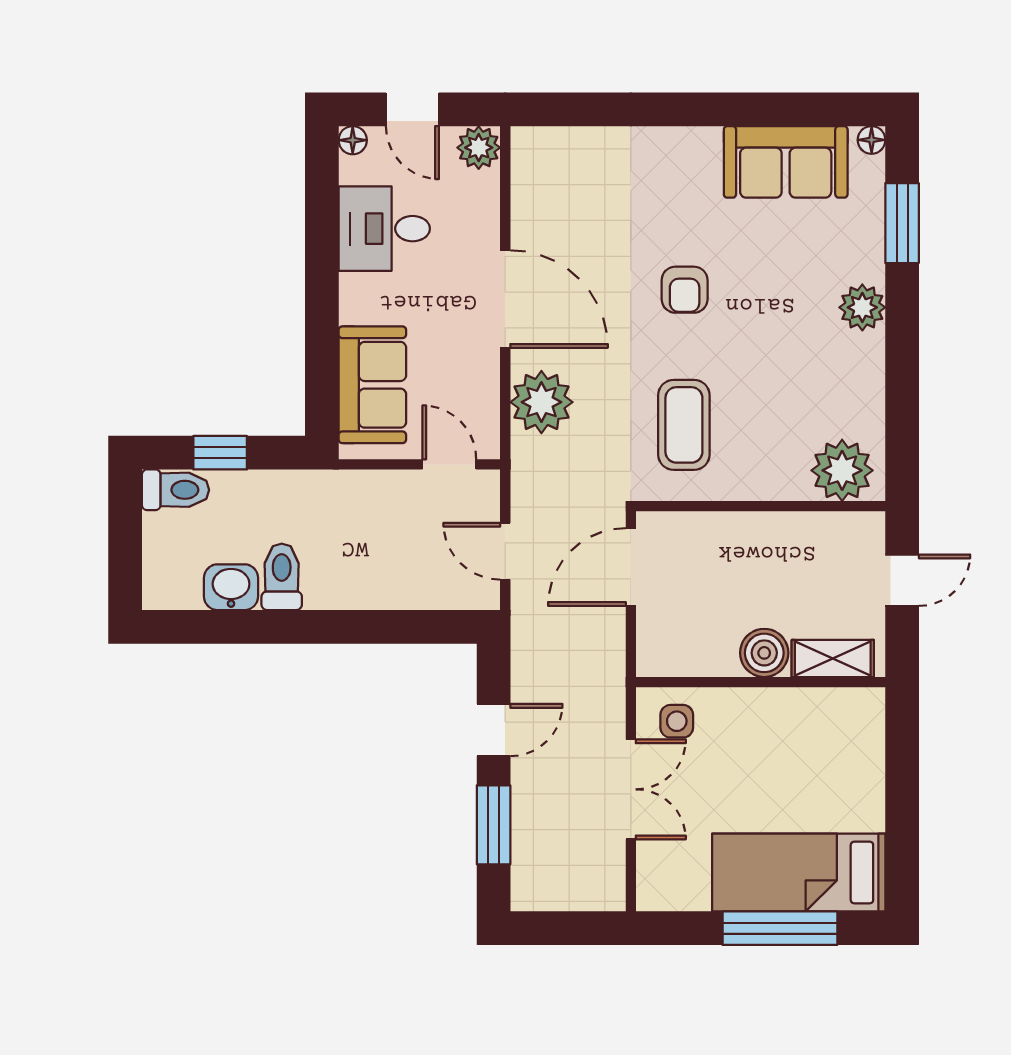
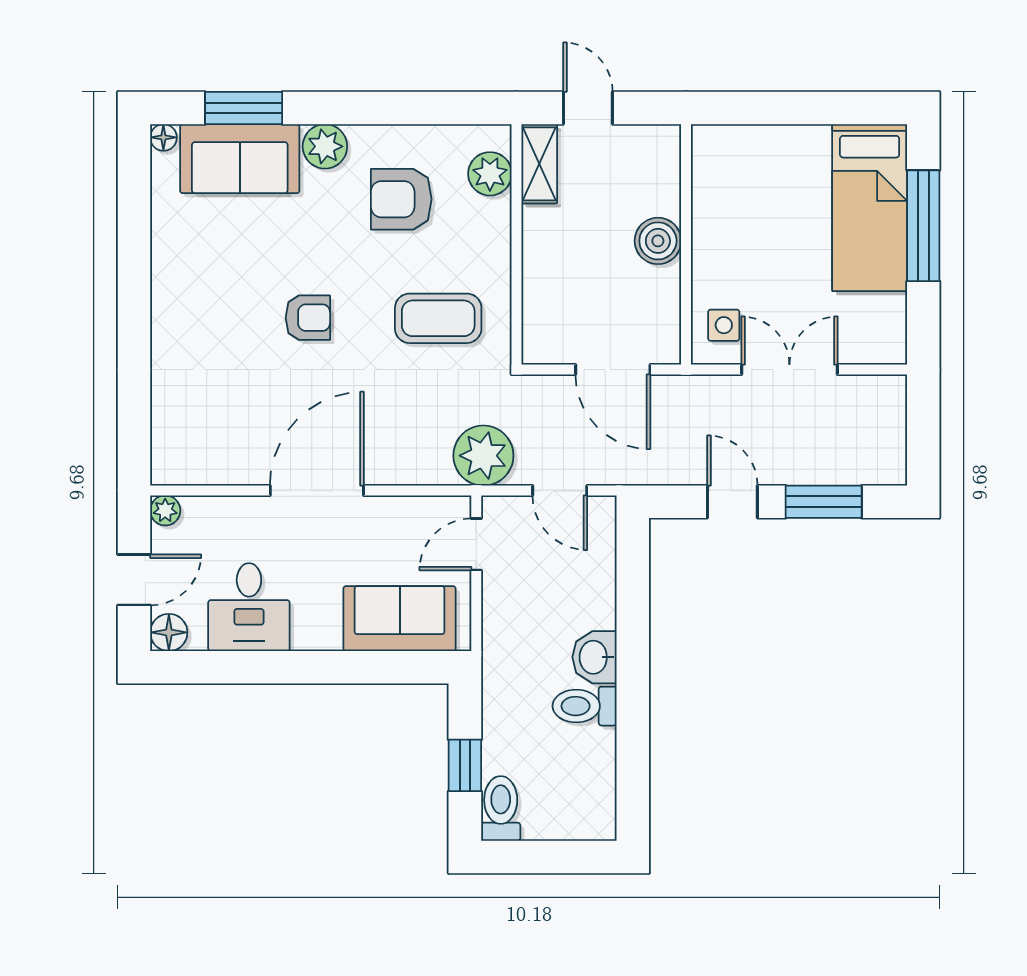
floor lamp: (353, 140) -> (169, 632), width x1.37, depth x1.37
plant: (479, 148) -> (165, 510), width x0.73, depth x0.73
sofa: (786, 162) -> (240, 159), moved, turned 90
armchair: (807, 387) -> (401, 199), added
plant: (541, 402) -> (483, 456), moved
plant: (842, 470) -> (490, 174), width x0.73, depth x0.73
door: (505, 551) -> (560, 491), hinge flipped
door: (631, 567) -> (613, 369), moved
washbasin: (231, 587) -> (595, 657), moved
shelving: (833, 659) -> (539, 164), moved

